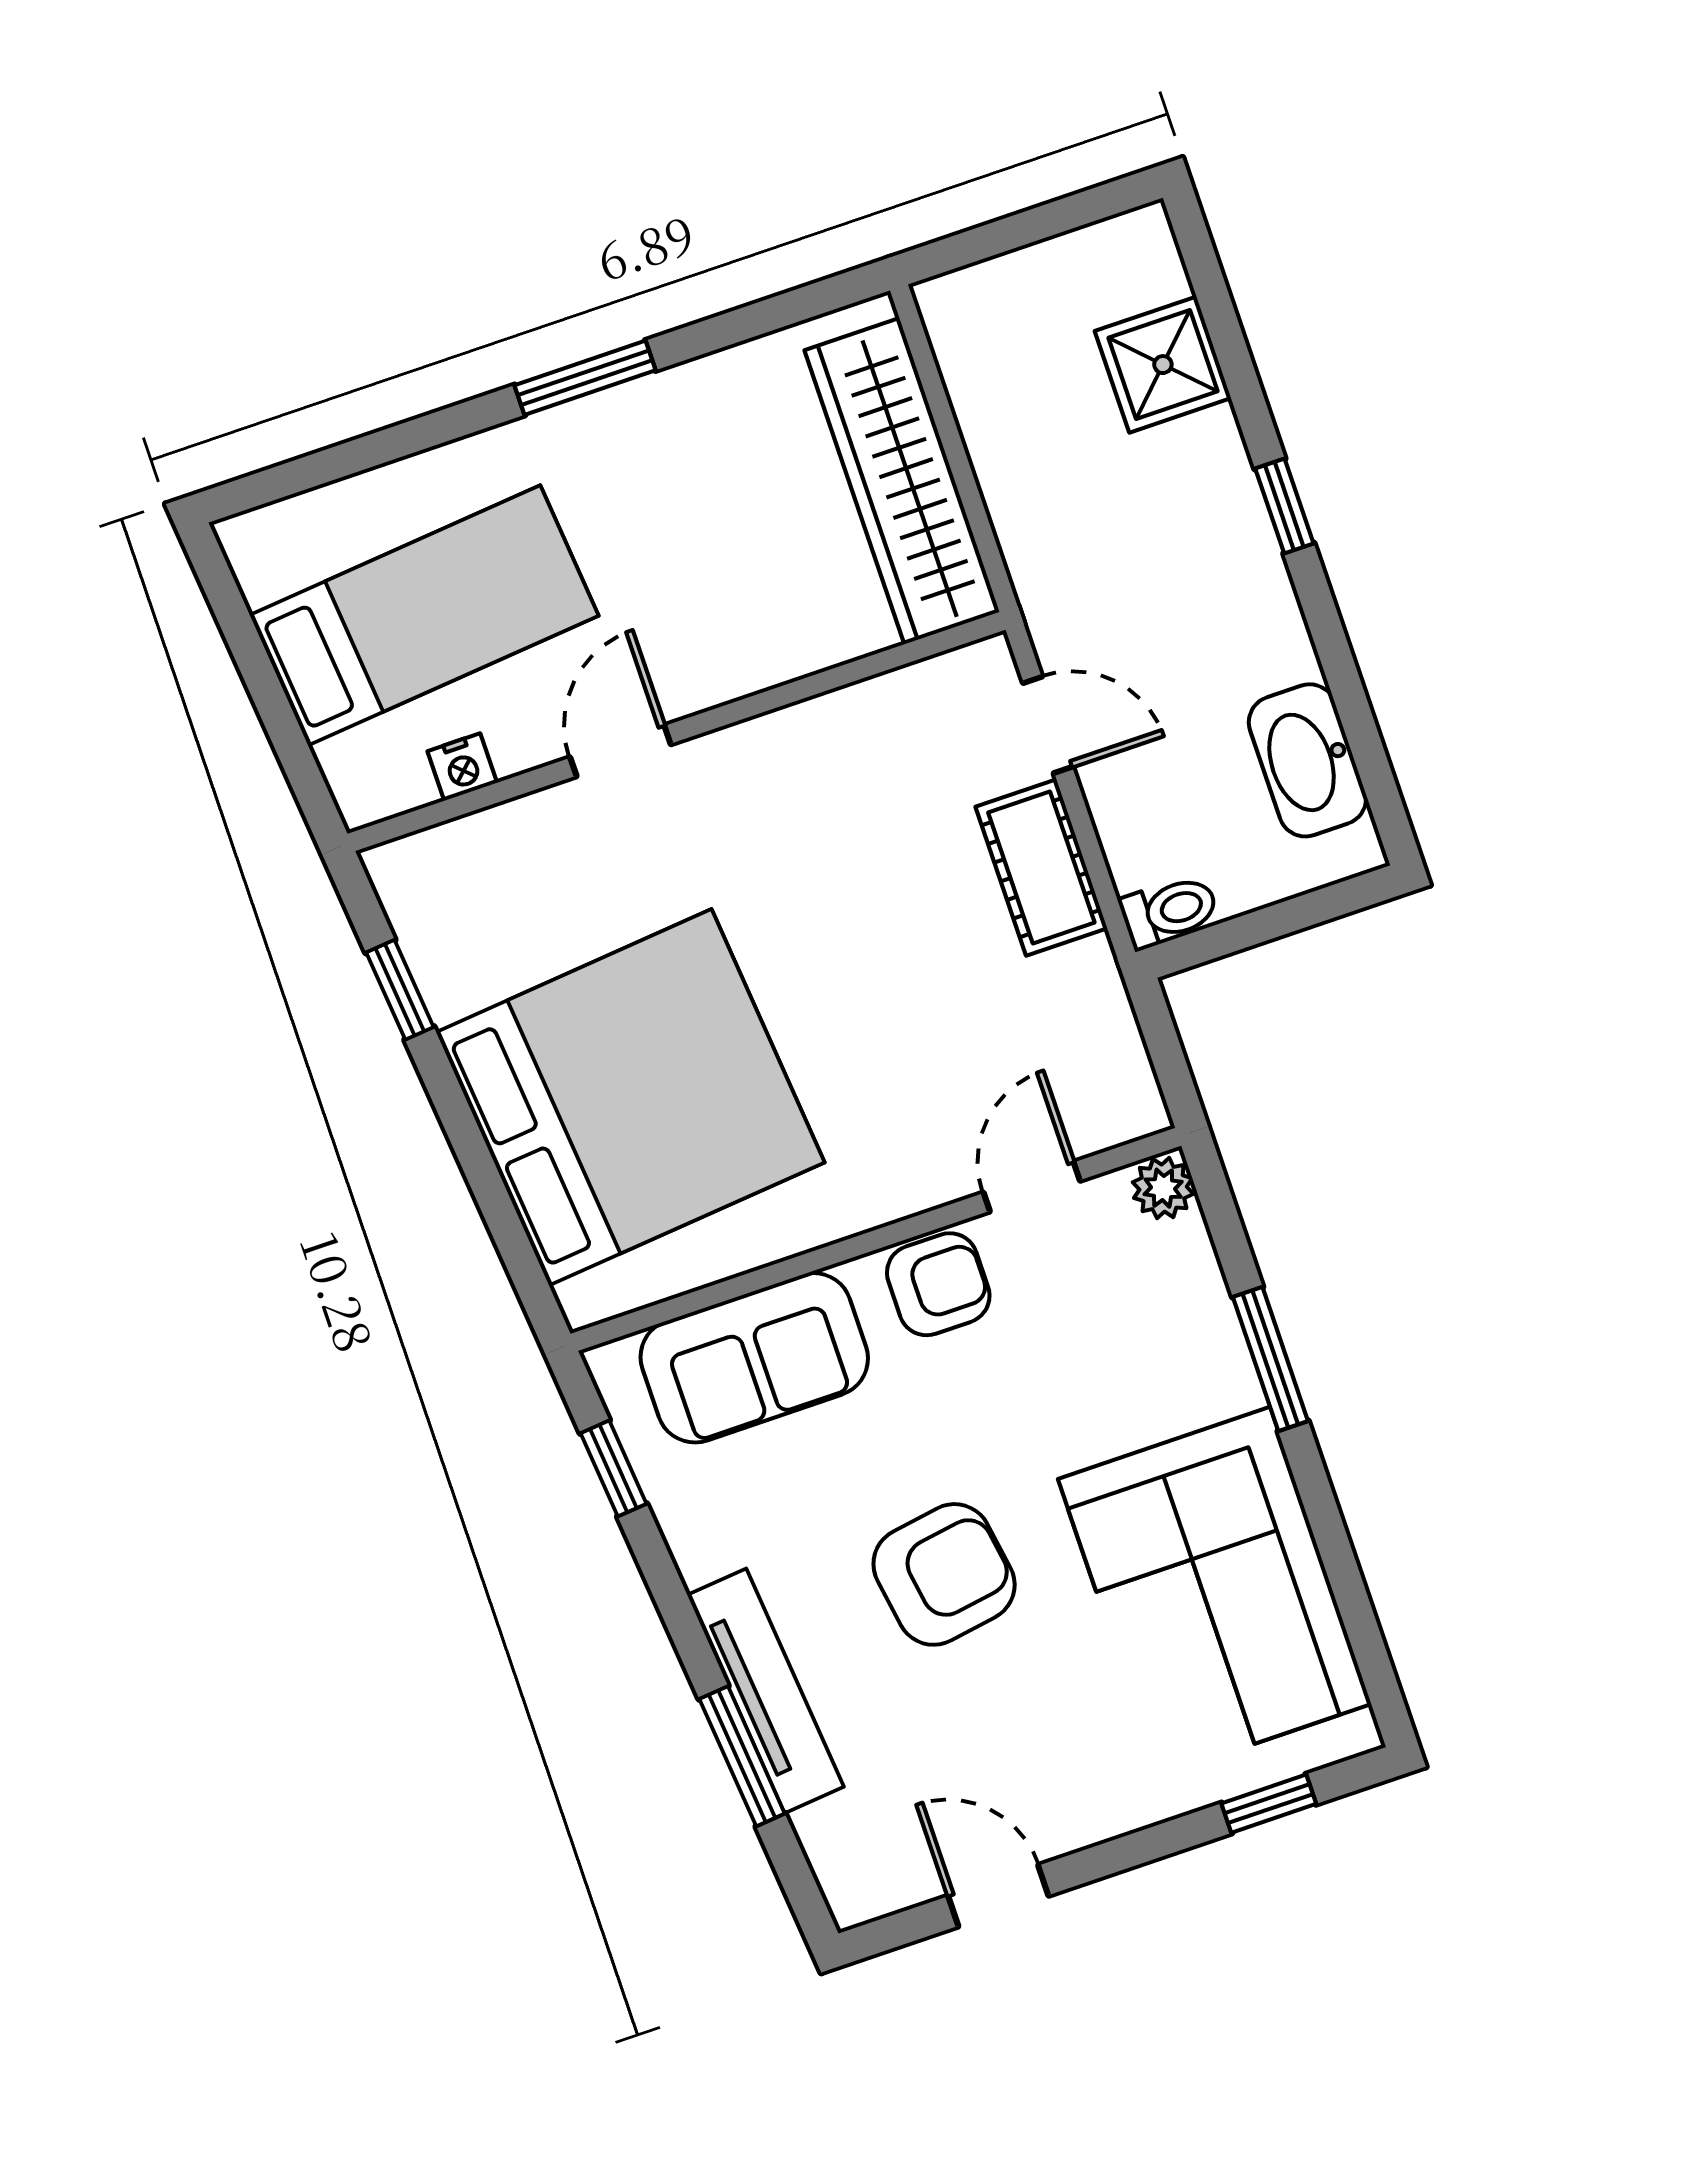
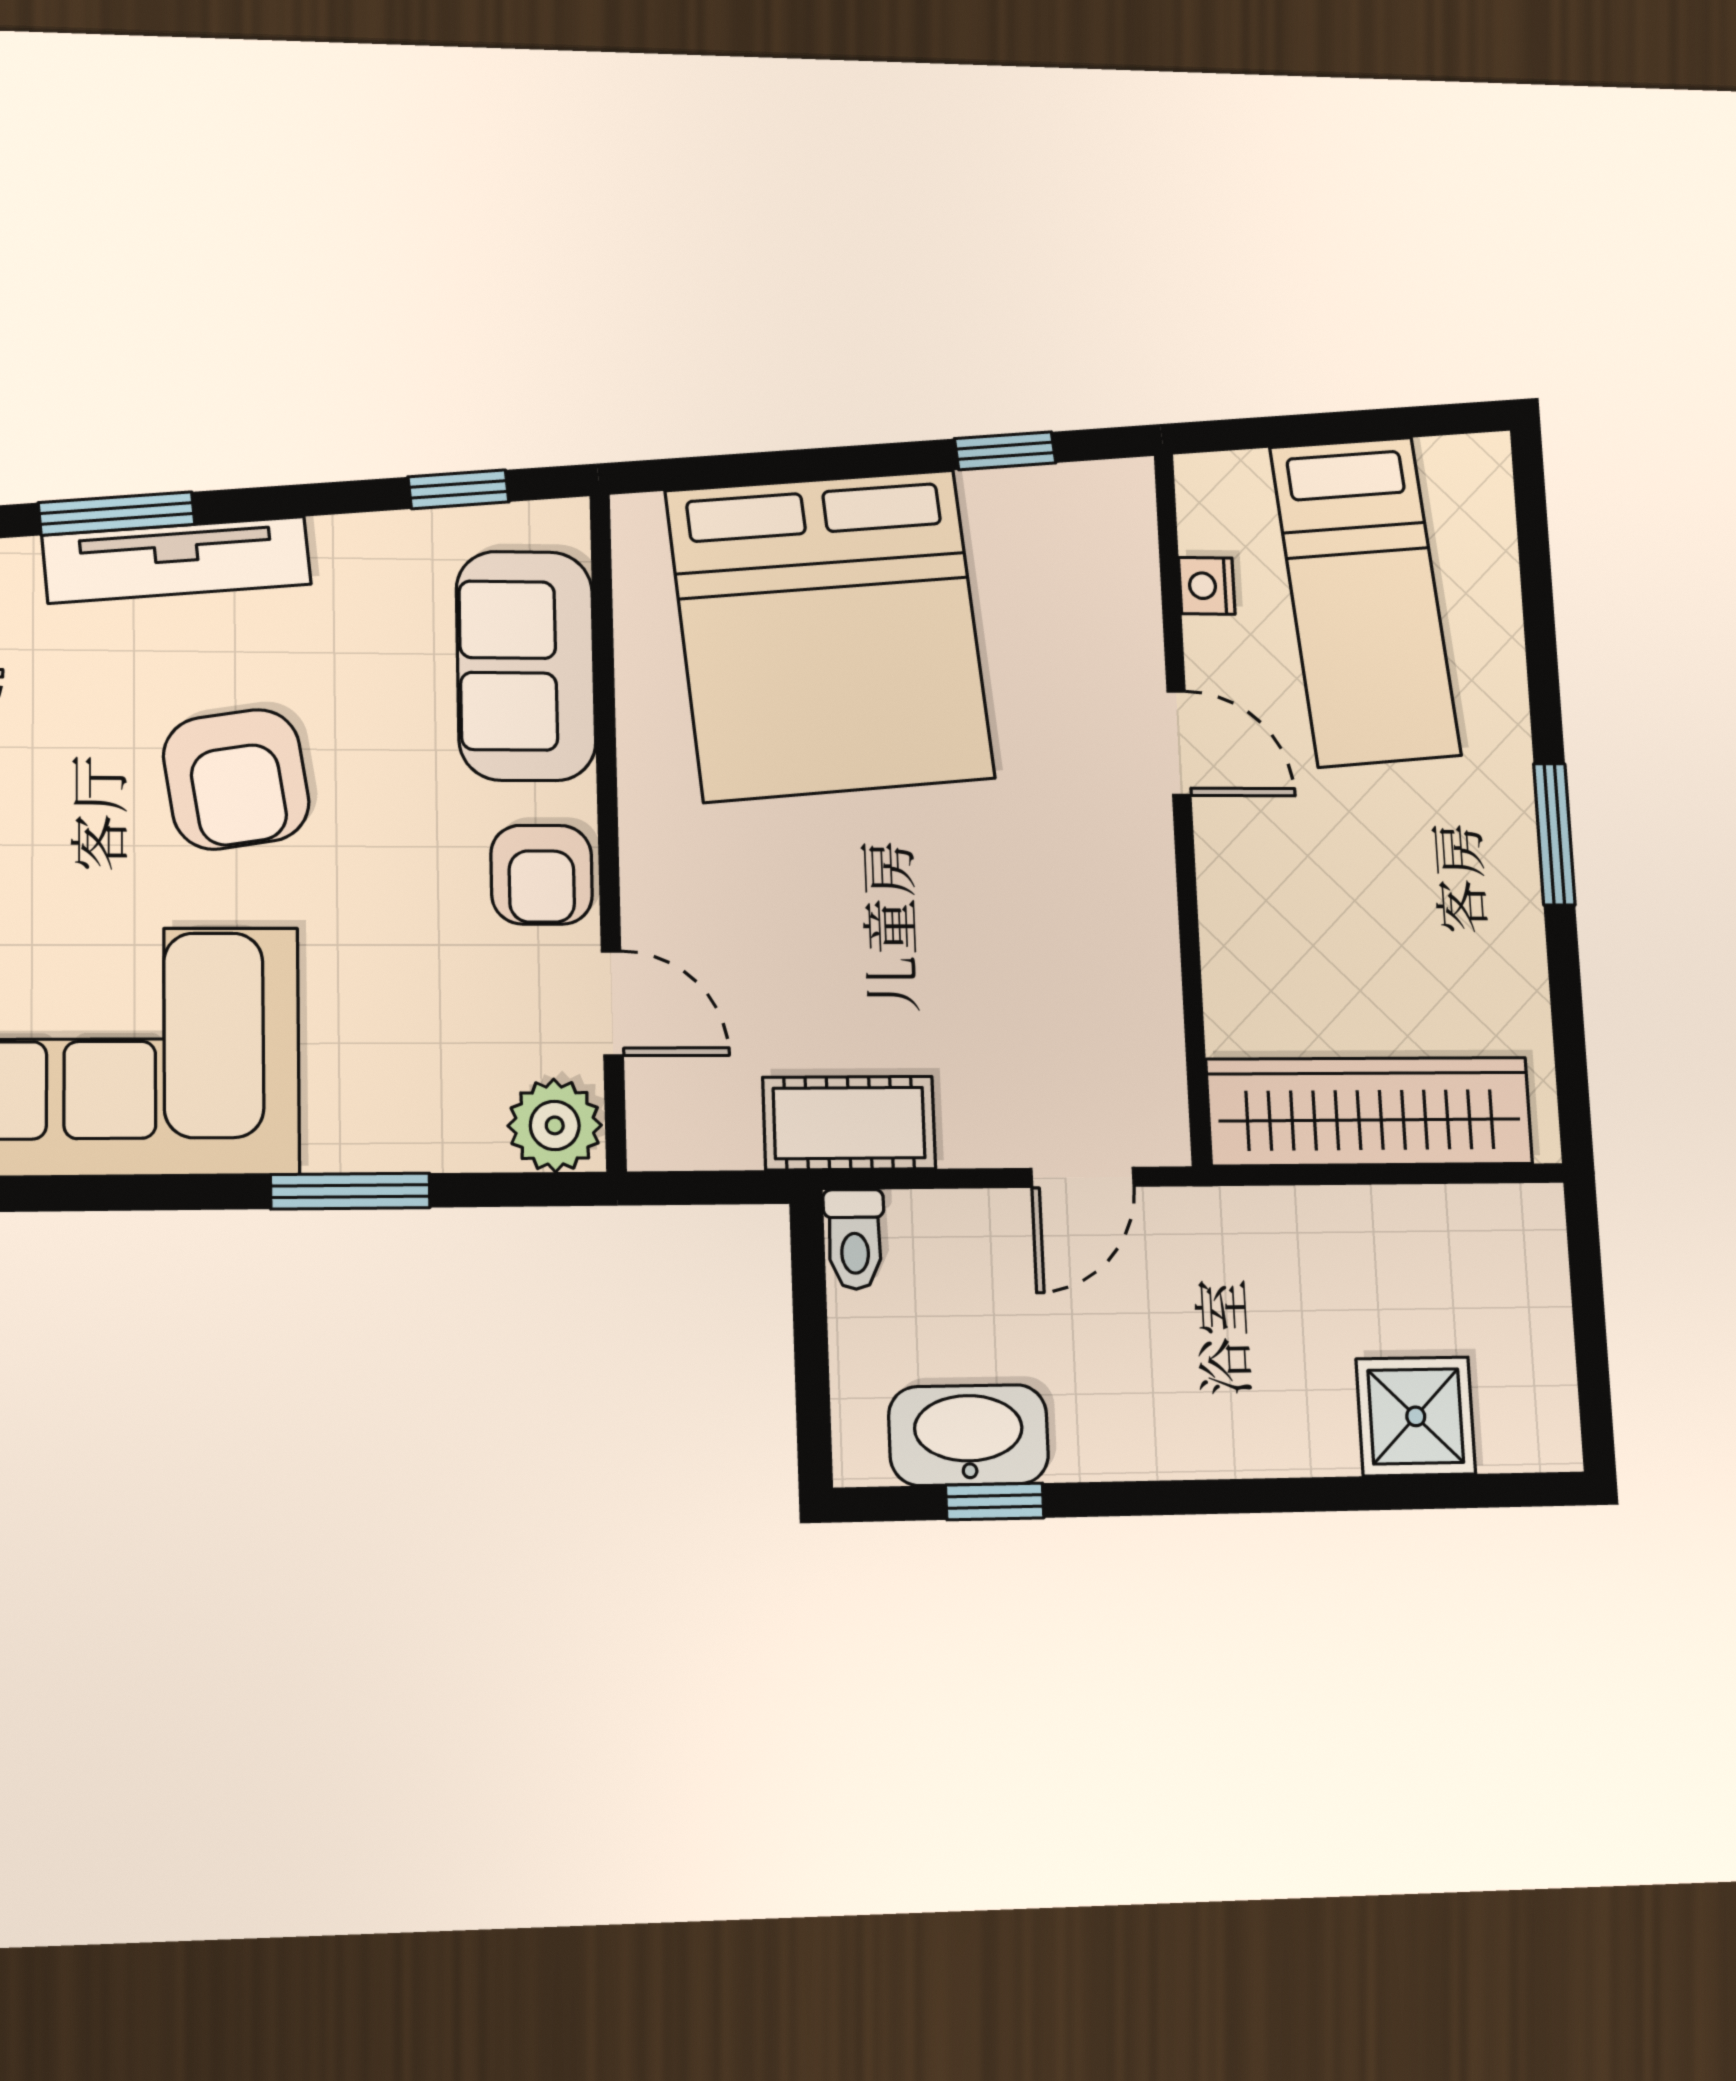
window: (1284, 506) -> (995, 1502), moved
cot: (1041, 868) -> (849, 1123), moved
plant: (1163, 1188) -> (555, 1125), width x1.38, depth x1.38

